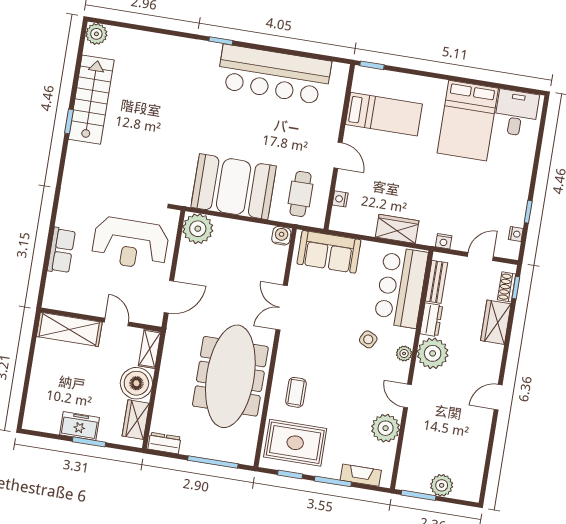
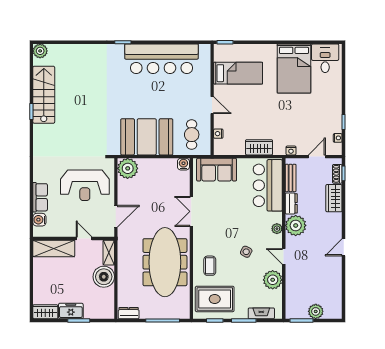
water cooler: (55, 283) -> (39, 220), added
side table: (368, 339) -> (246, 252), moved
wardrobe: (136, 420) -> (45, 312), moved, turned 90

